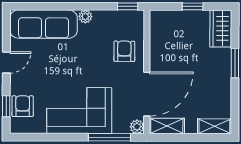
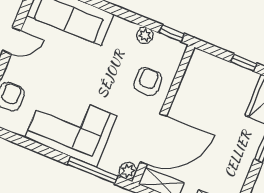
plant: (85, 17) -> (145, 35), moved

